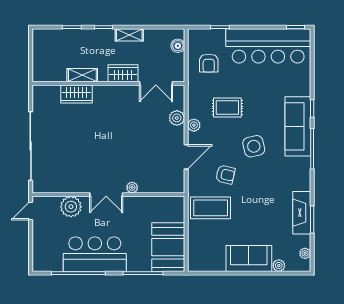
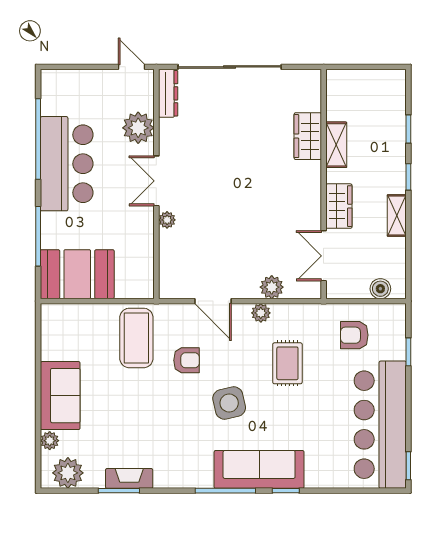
armchair: (225, 175) -> (187, 360), turned -103
dresser: (48, 187) -> (168, 93), added
fireplace: (302, 213) -> (129, 478), width x0.73, depth x0.76
plant: (305, 253) -> (68, 473), width x1.88, depth x1.88

